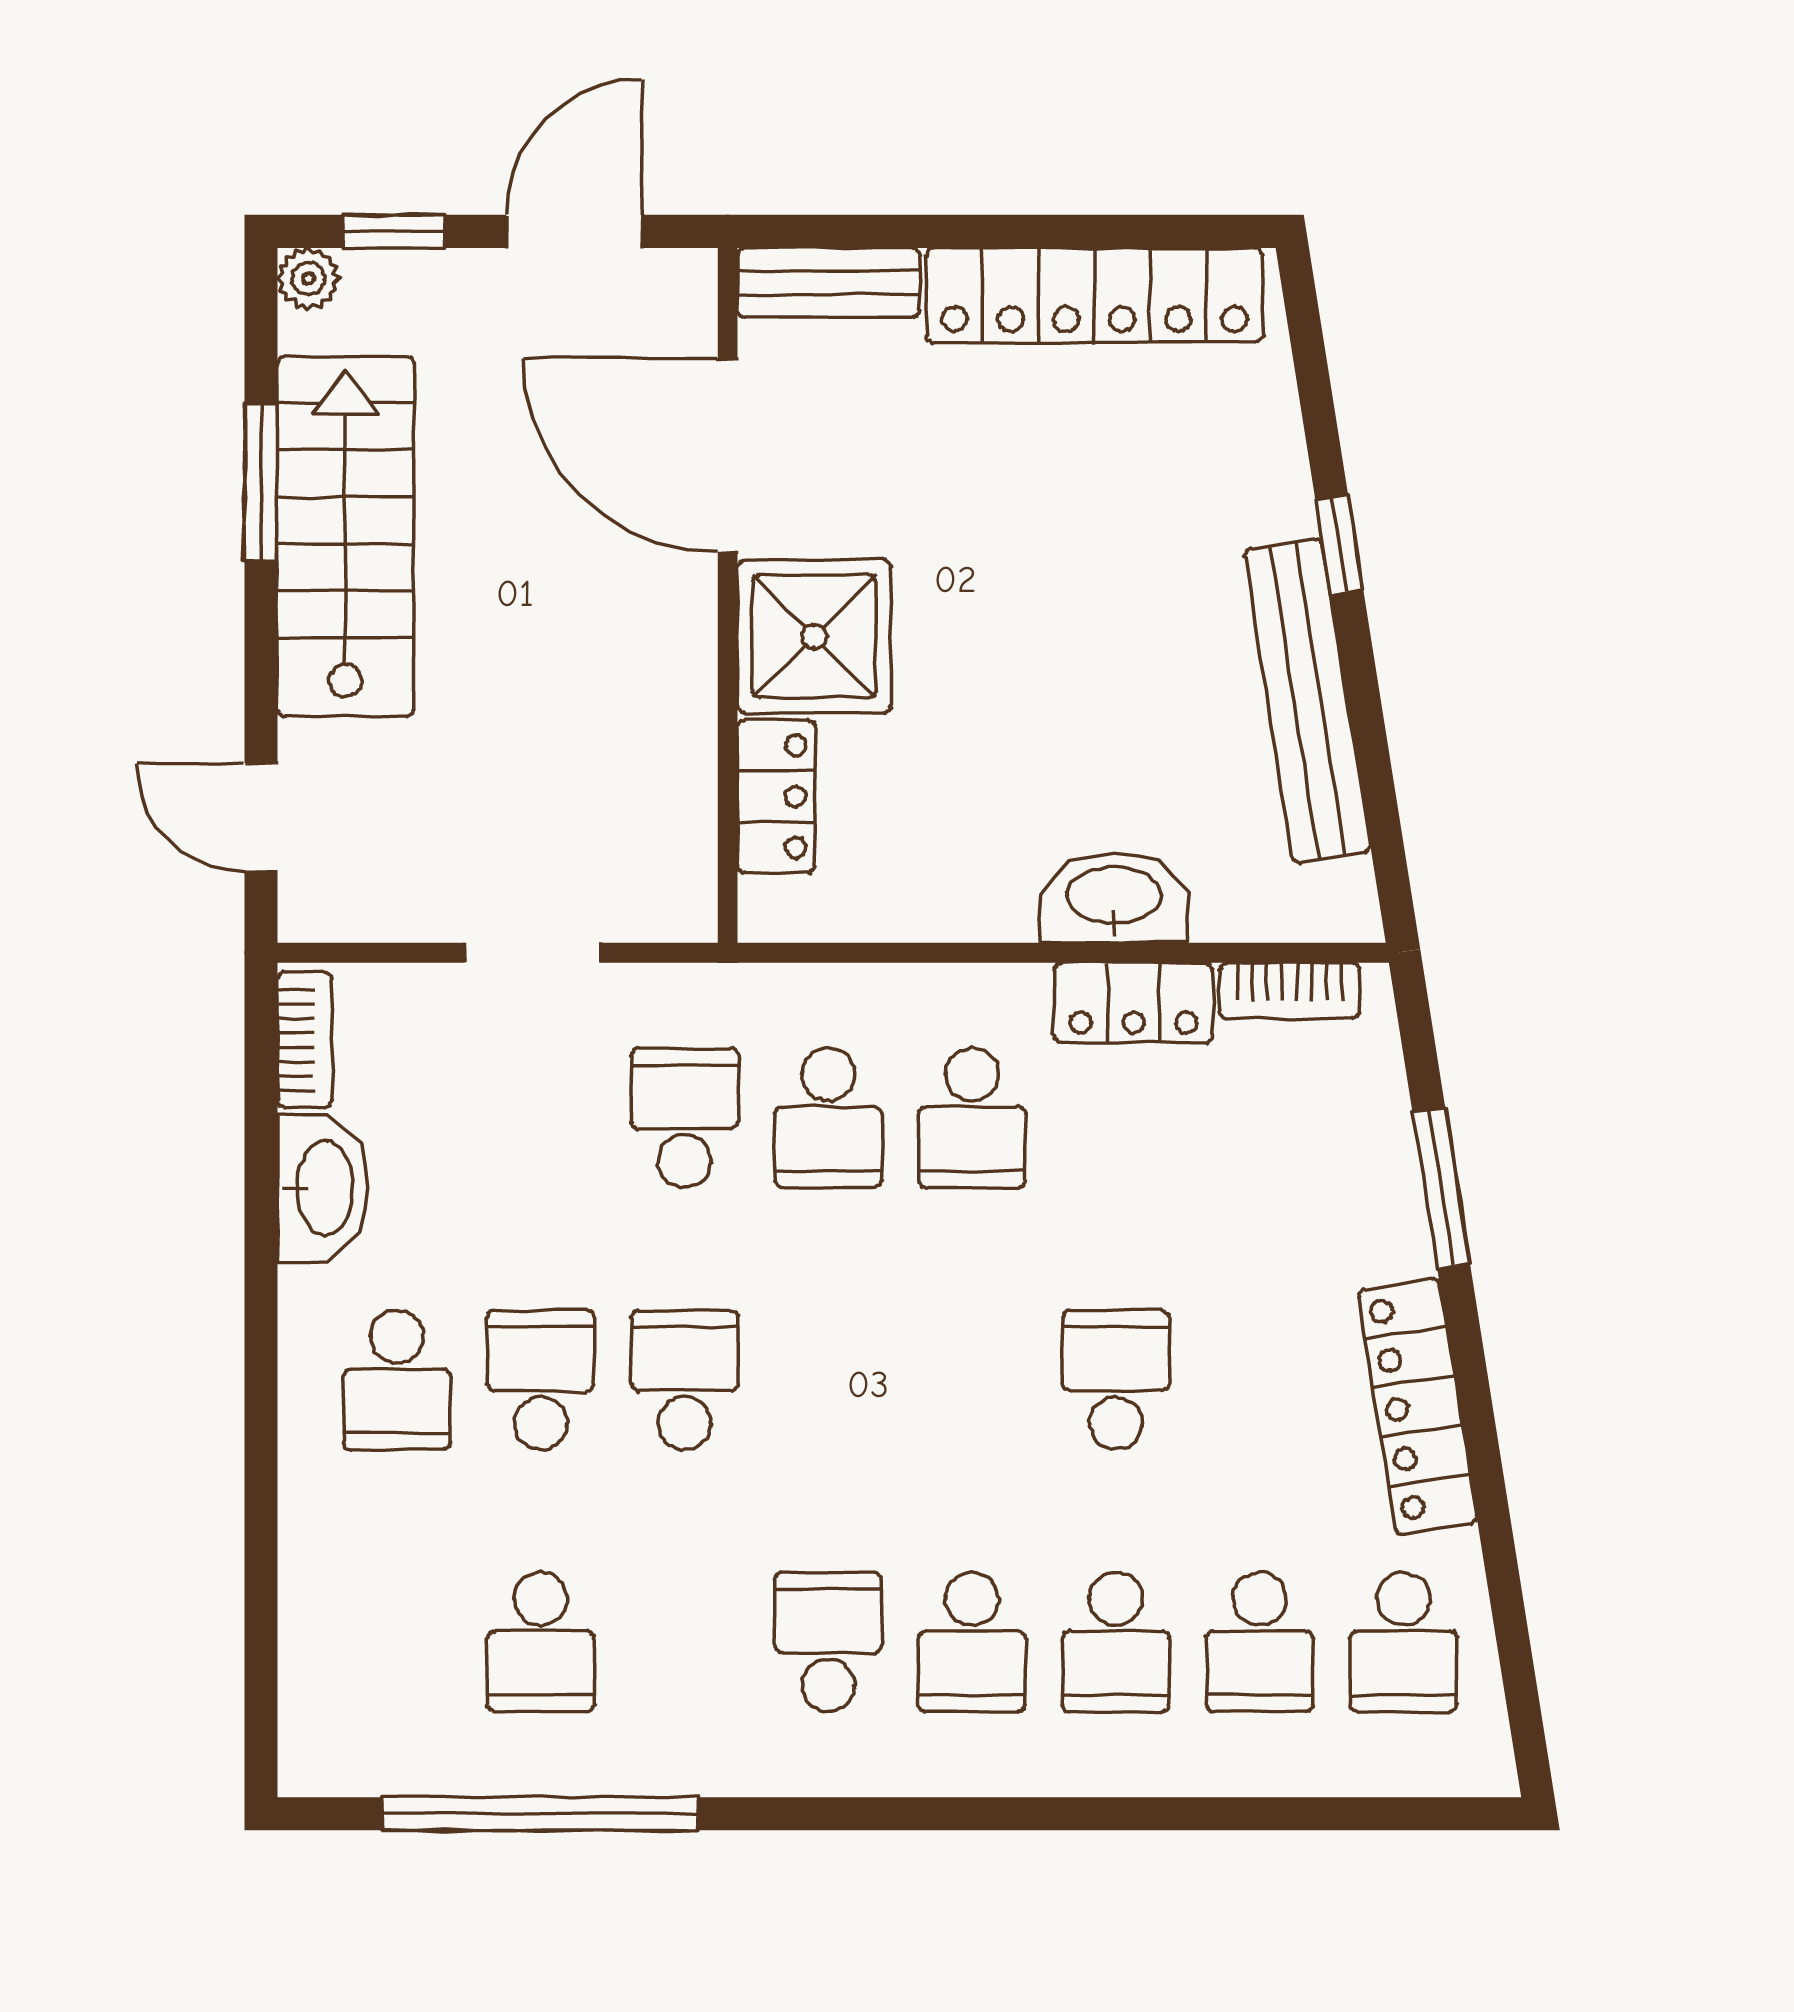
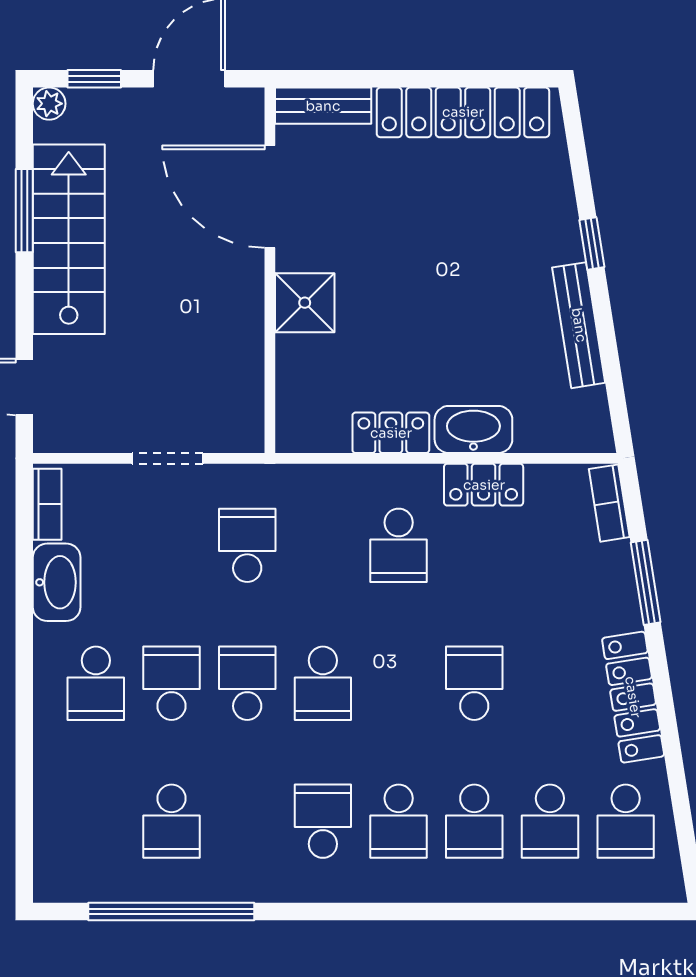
shower: (814, 636) -> (305, 303), width x0.73, depth x0.73
bench: (1307, 701) -> (579, 325), width x0.73, depth x0.82
locker: (776, 796) -> (391, 433), moved, turned -90
bookcase: (1289, 991) -> (609, 503), moved, turned 81
school desk: (828, 1118) -> (323, 683), moved

